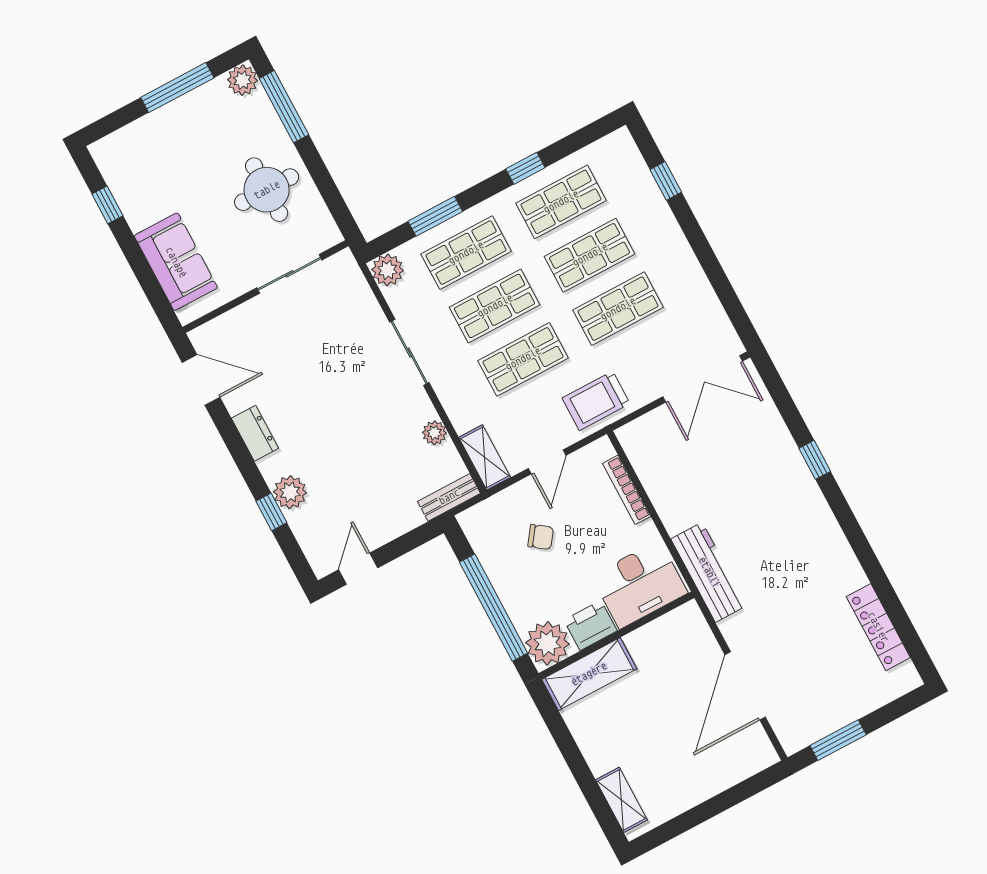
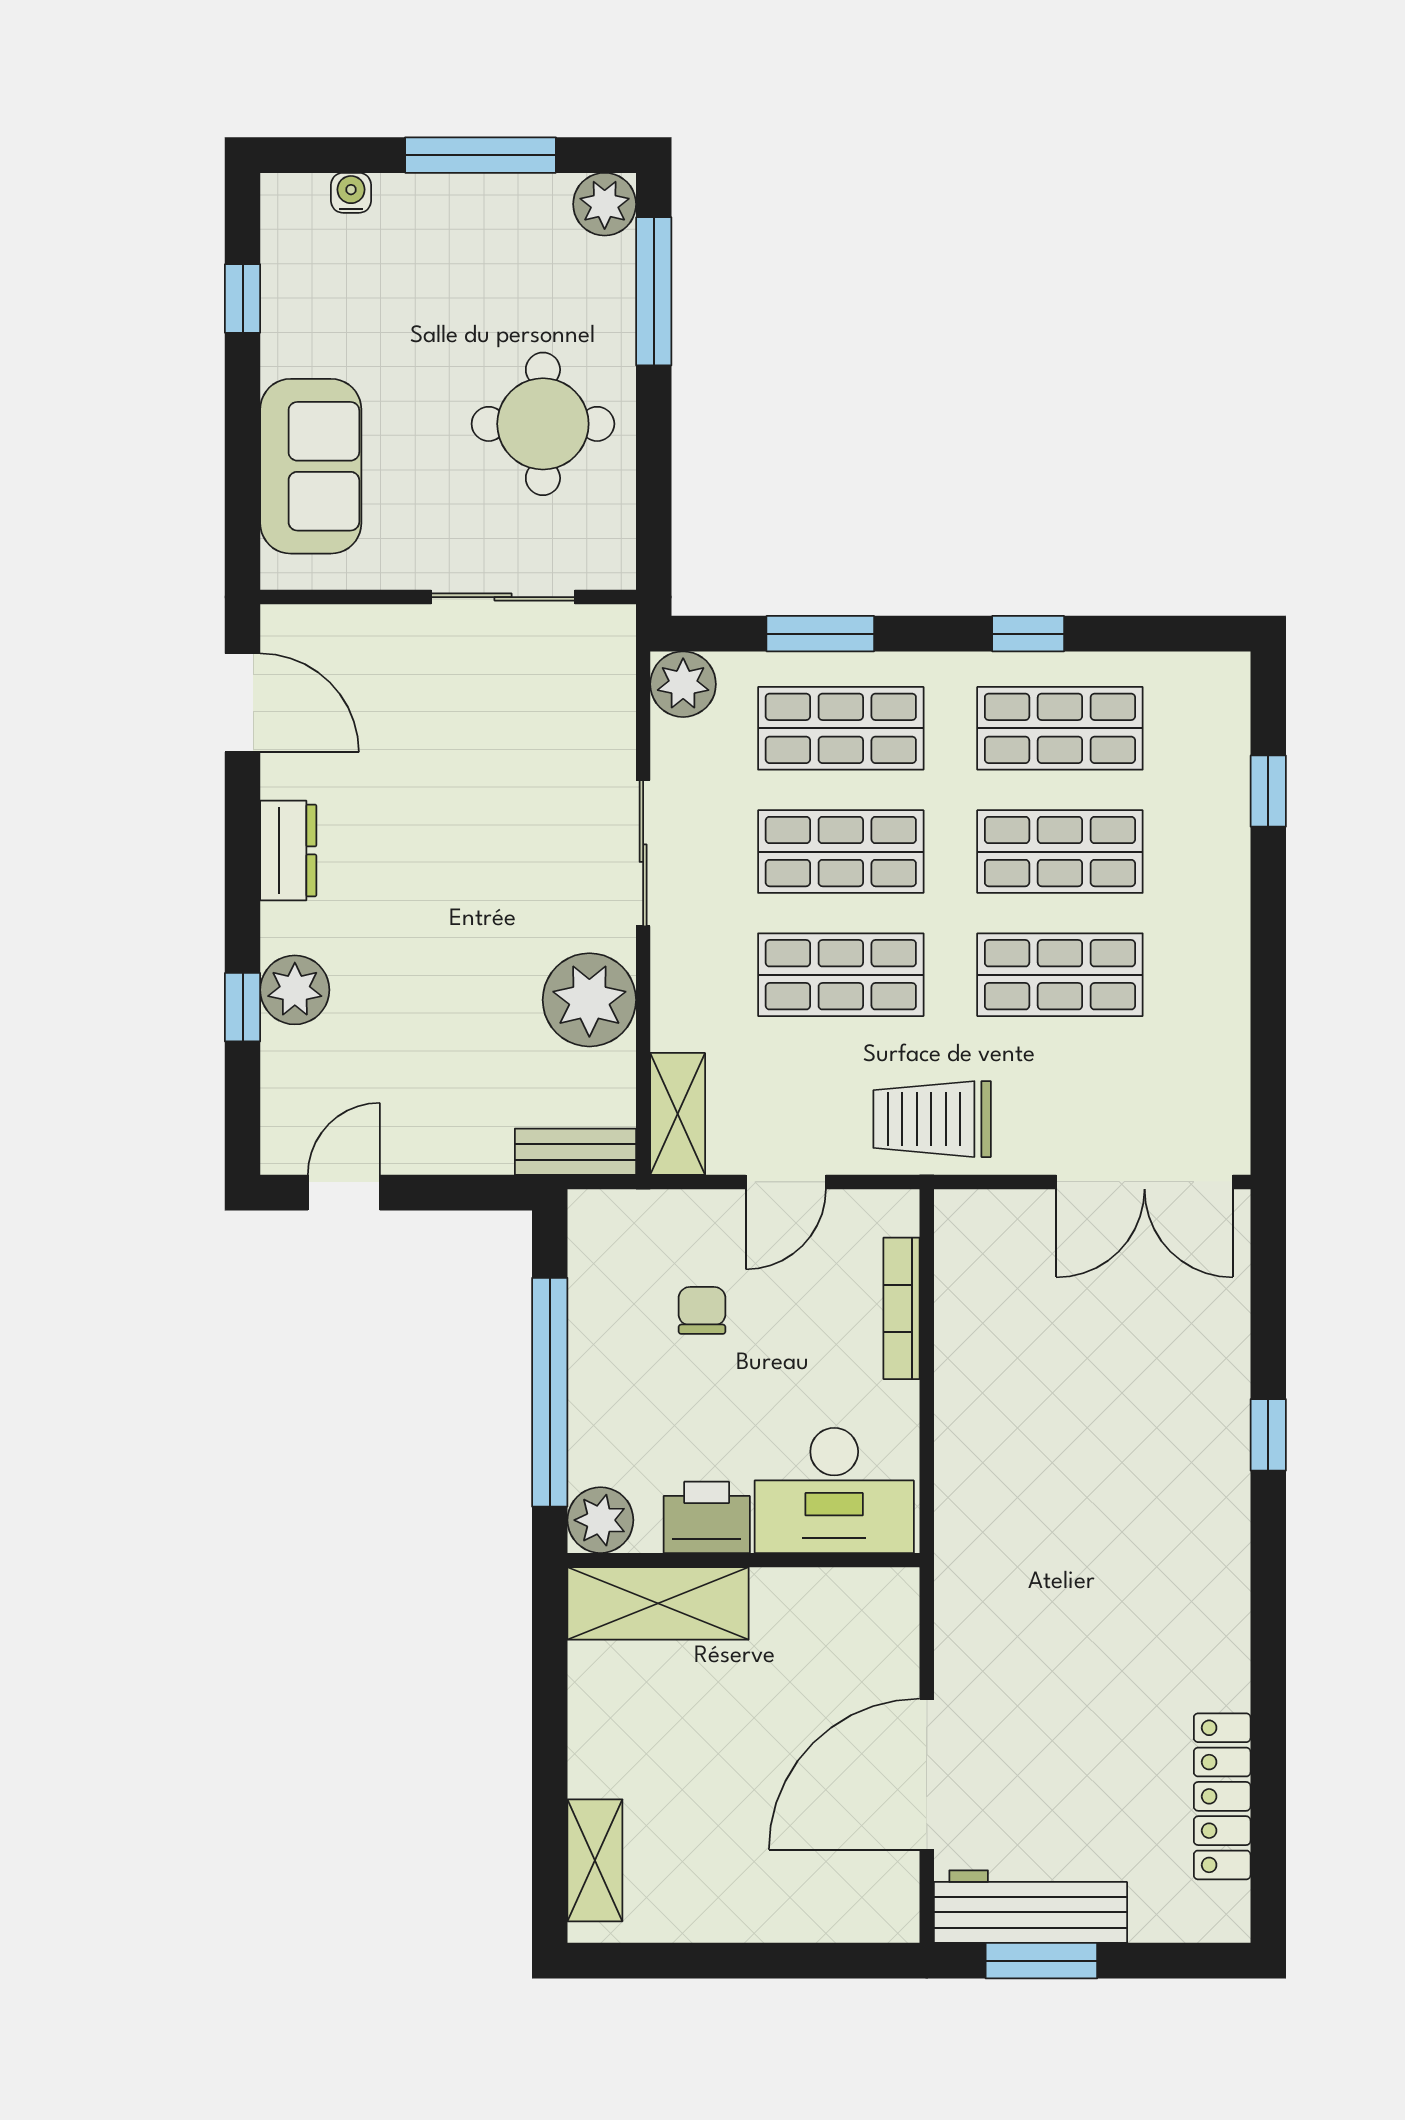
water cooler: (130, 134) -> (351, 193), added
plant: (434, 433) -> (589, 1000), width x1.87, depth x1.87
chair: (541, 537) -> (702, 1310), turned -126
workbench: (709, 572) -> (1030, 1907), moved, turned -90
plant: (548, 643) -> (600, 1520), width x0.73, depth x0.73

